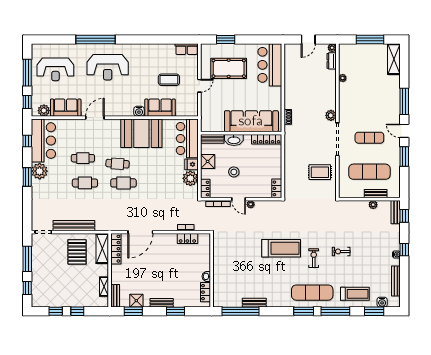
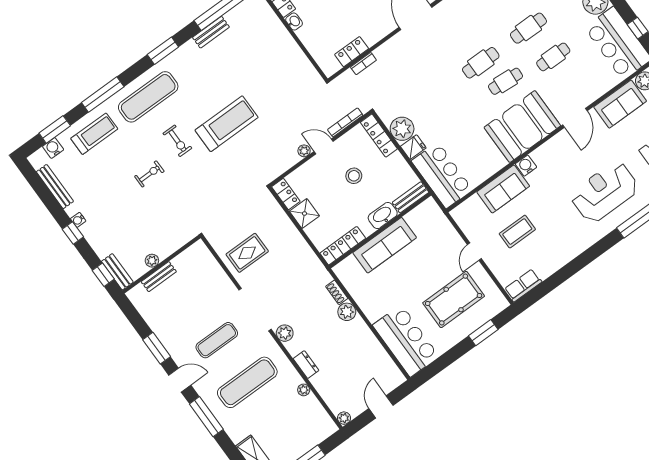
dresser: (332, 61) -> (306, 365), moved
plant: (290, 103) -> (347, 312), added
sofa: (251, 121) -> (385, 245), width x0.74, depth x0.79
booth: (141, 133) -> (522, 127), moved
shower: (208, 161) -> (304, 213), moved
exercise mat: (369, 172) -> (247, 382), moved
locker: (205, 189) -> (379, 136), width x1.53
treadmill: (281, 248) -> (227, 124), turned 180
treadmill: (355, 294) -> (94, 134), turned 180
window: (304, 311) -> (163, 51), moved

